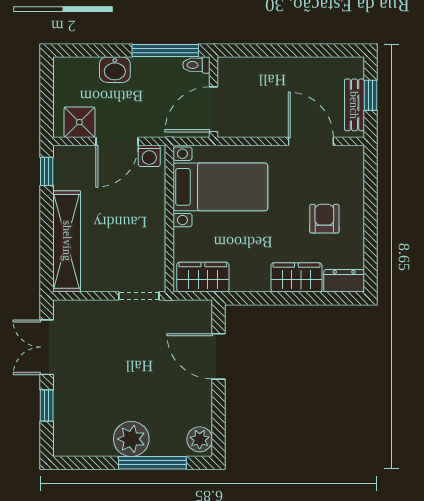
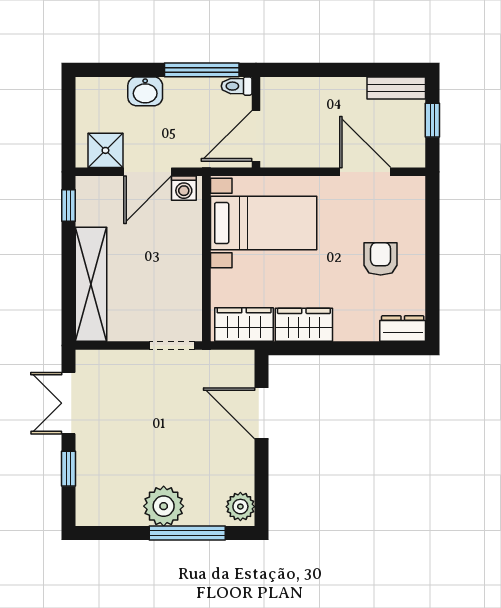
bench: (354, 105) -> (396, 88), moved, turned 90
wardrobe: (296, 277) -> (304, 325), moved

